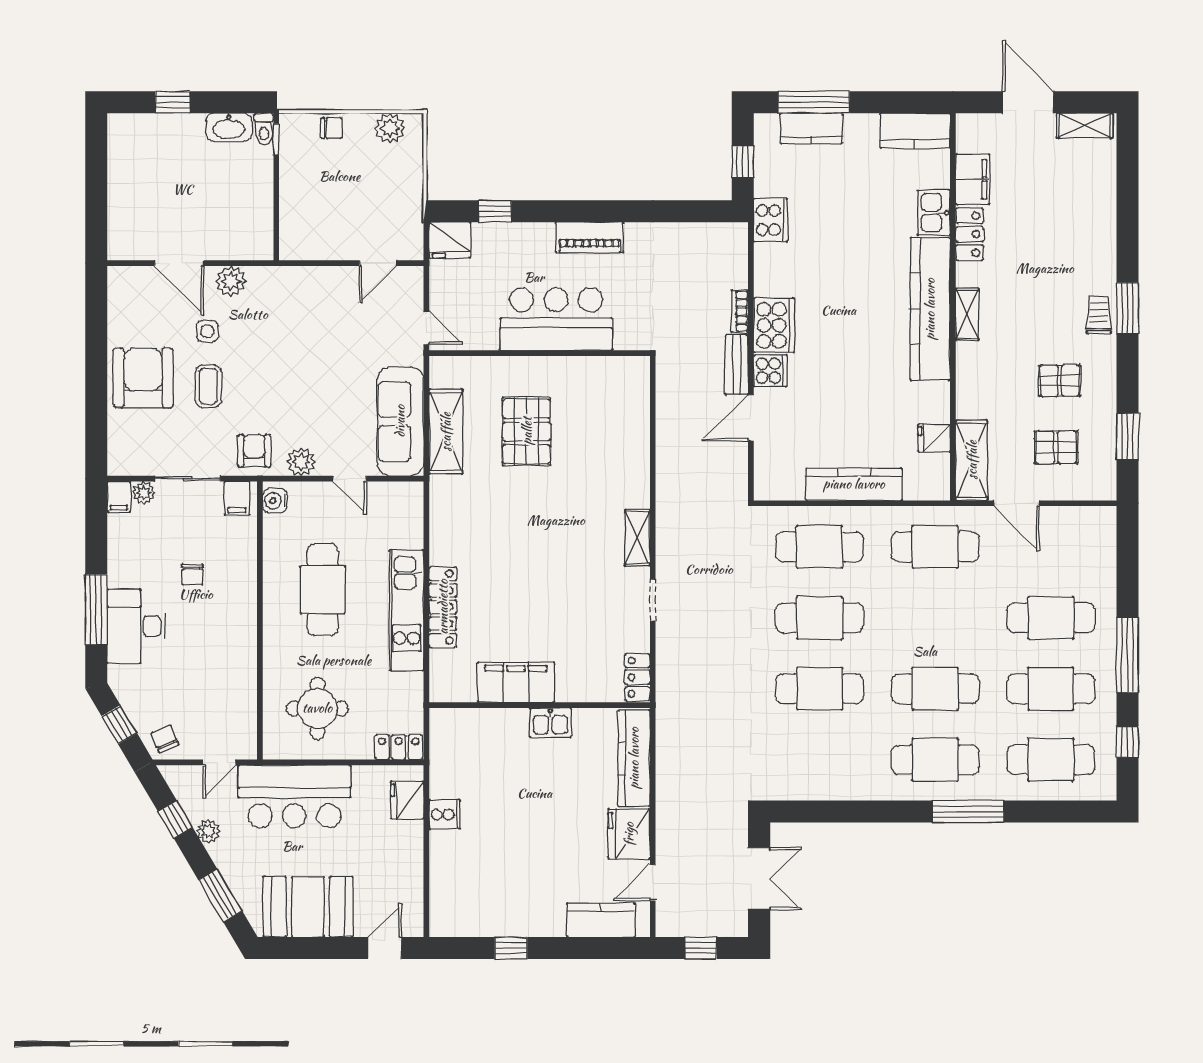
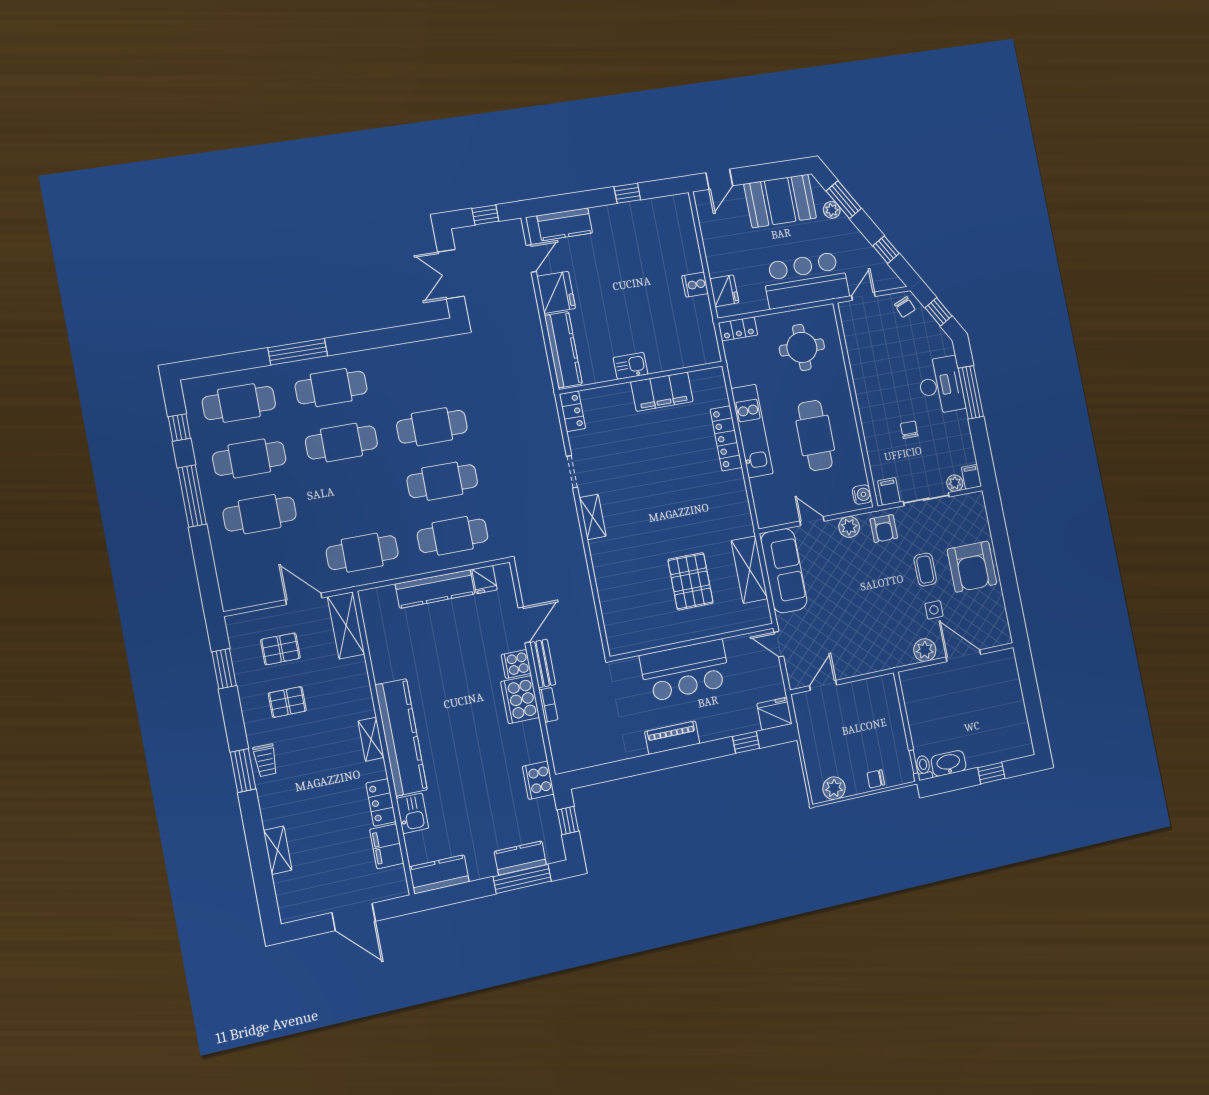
shelving: (1085, 126) -> (278, 850), moved, turned 90
fridge: (934, 438) -> (484, 580), moved, turned 90
plant: (208, 831) -> (832, 210), moved

